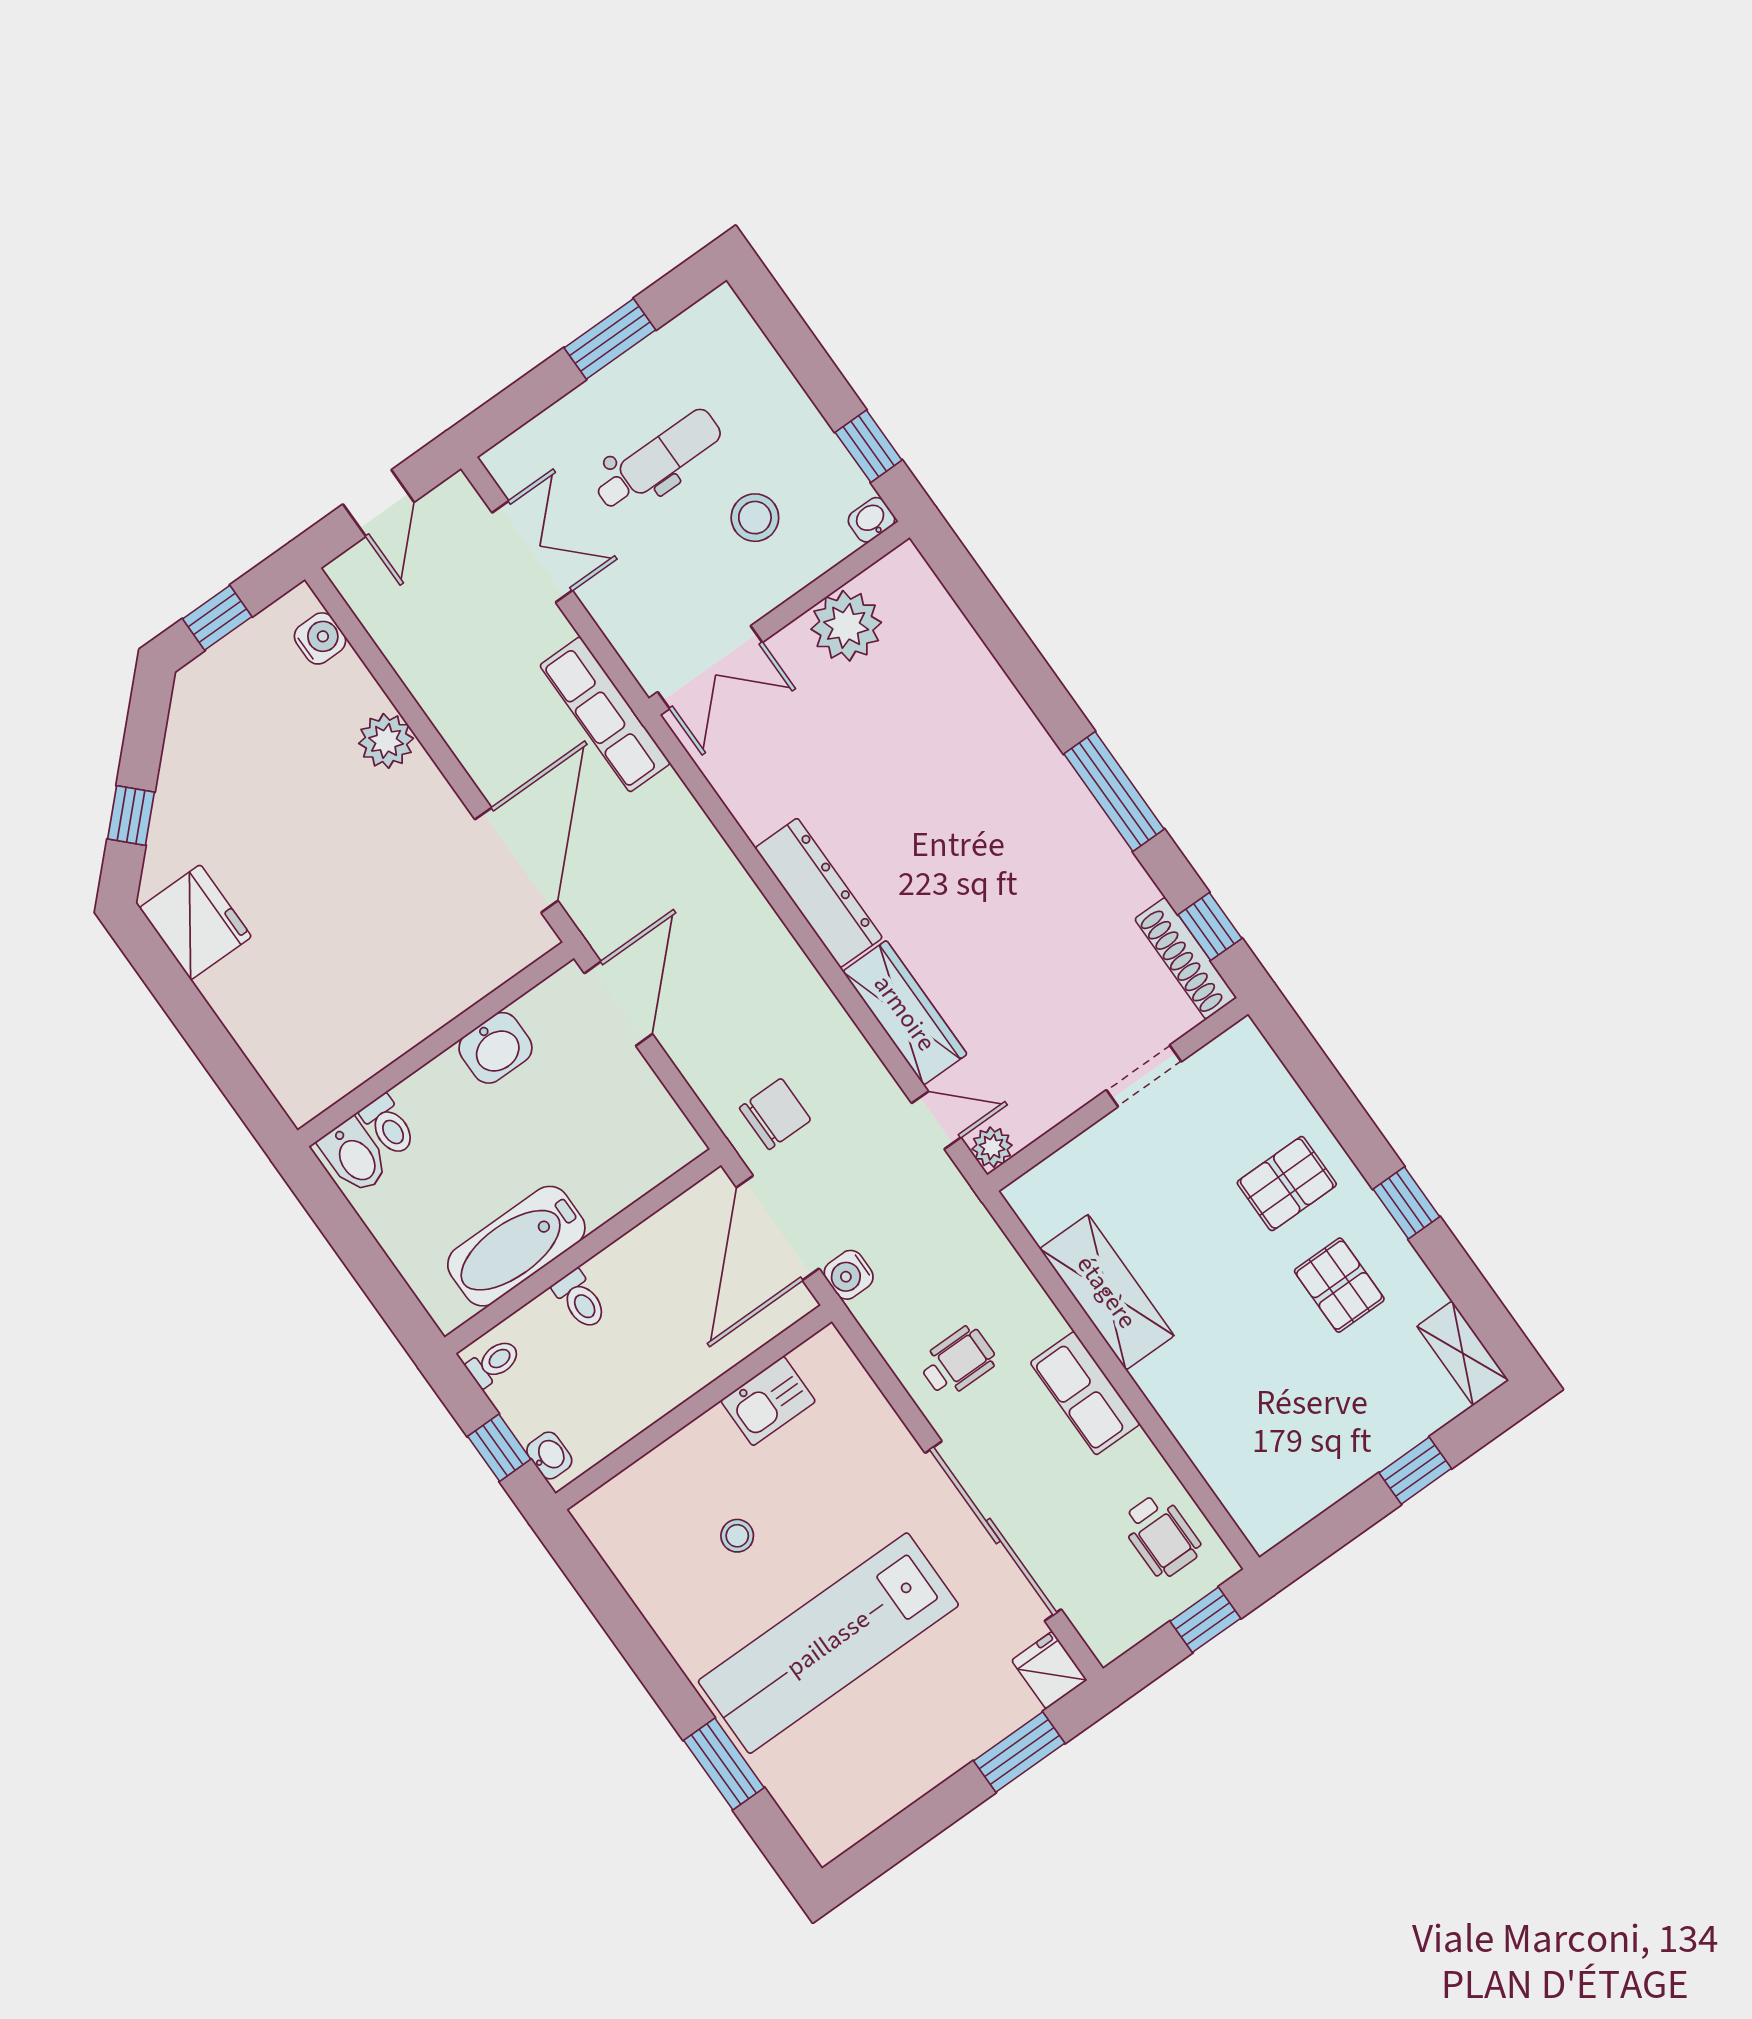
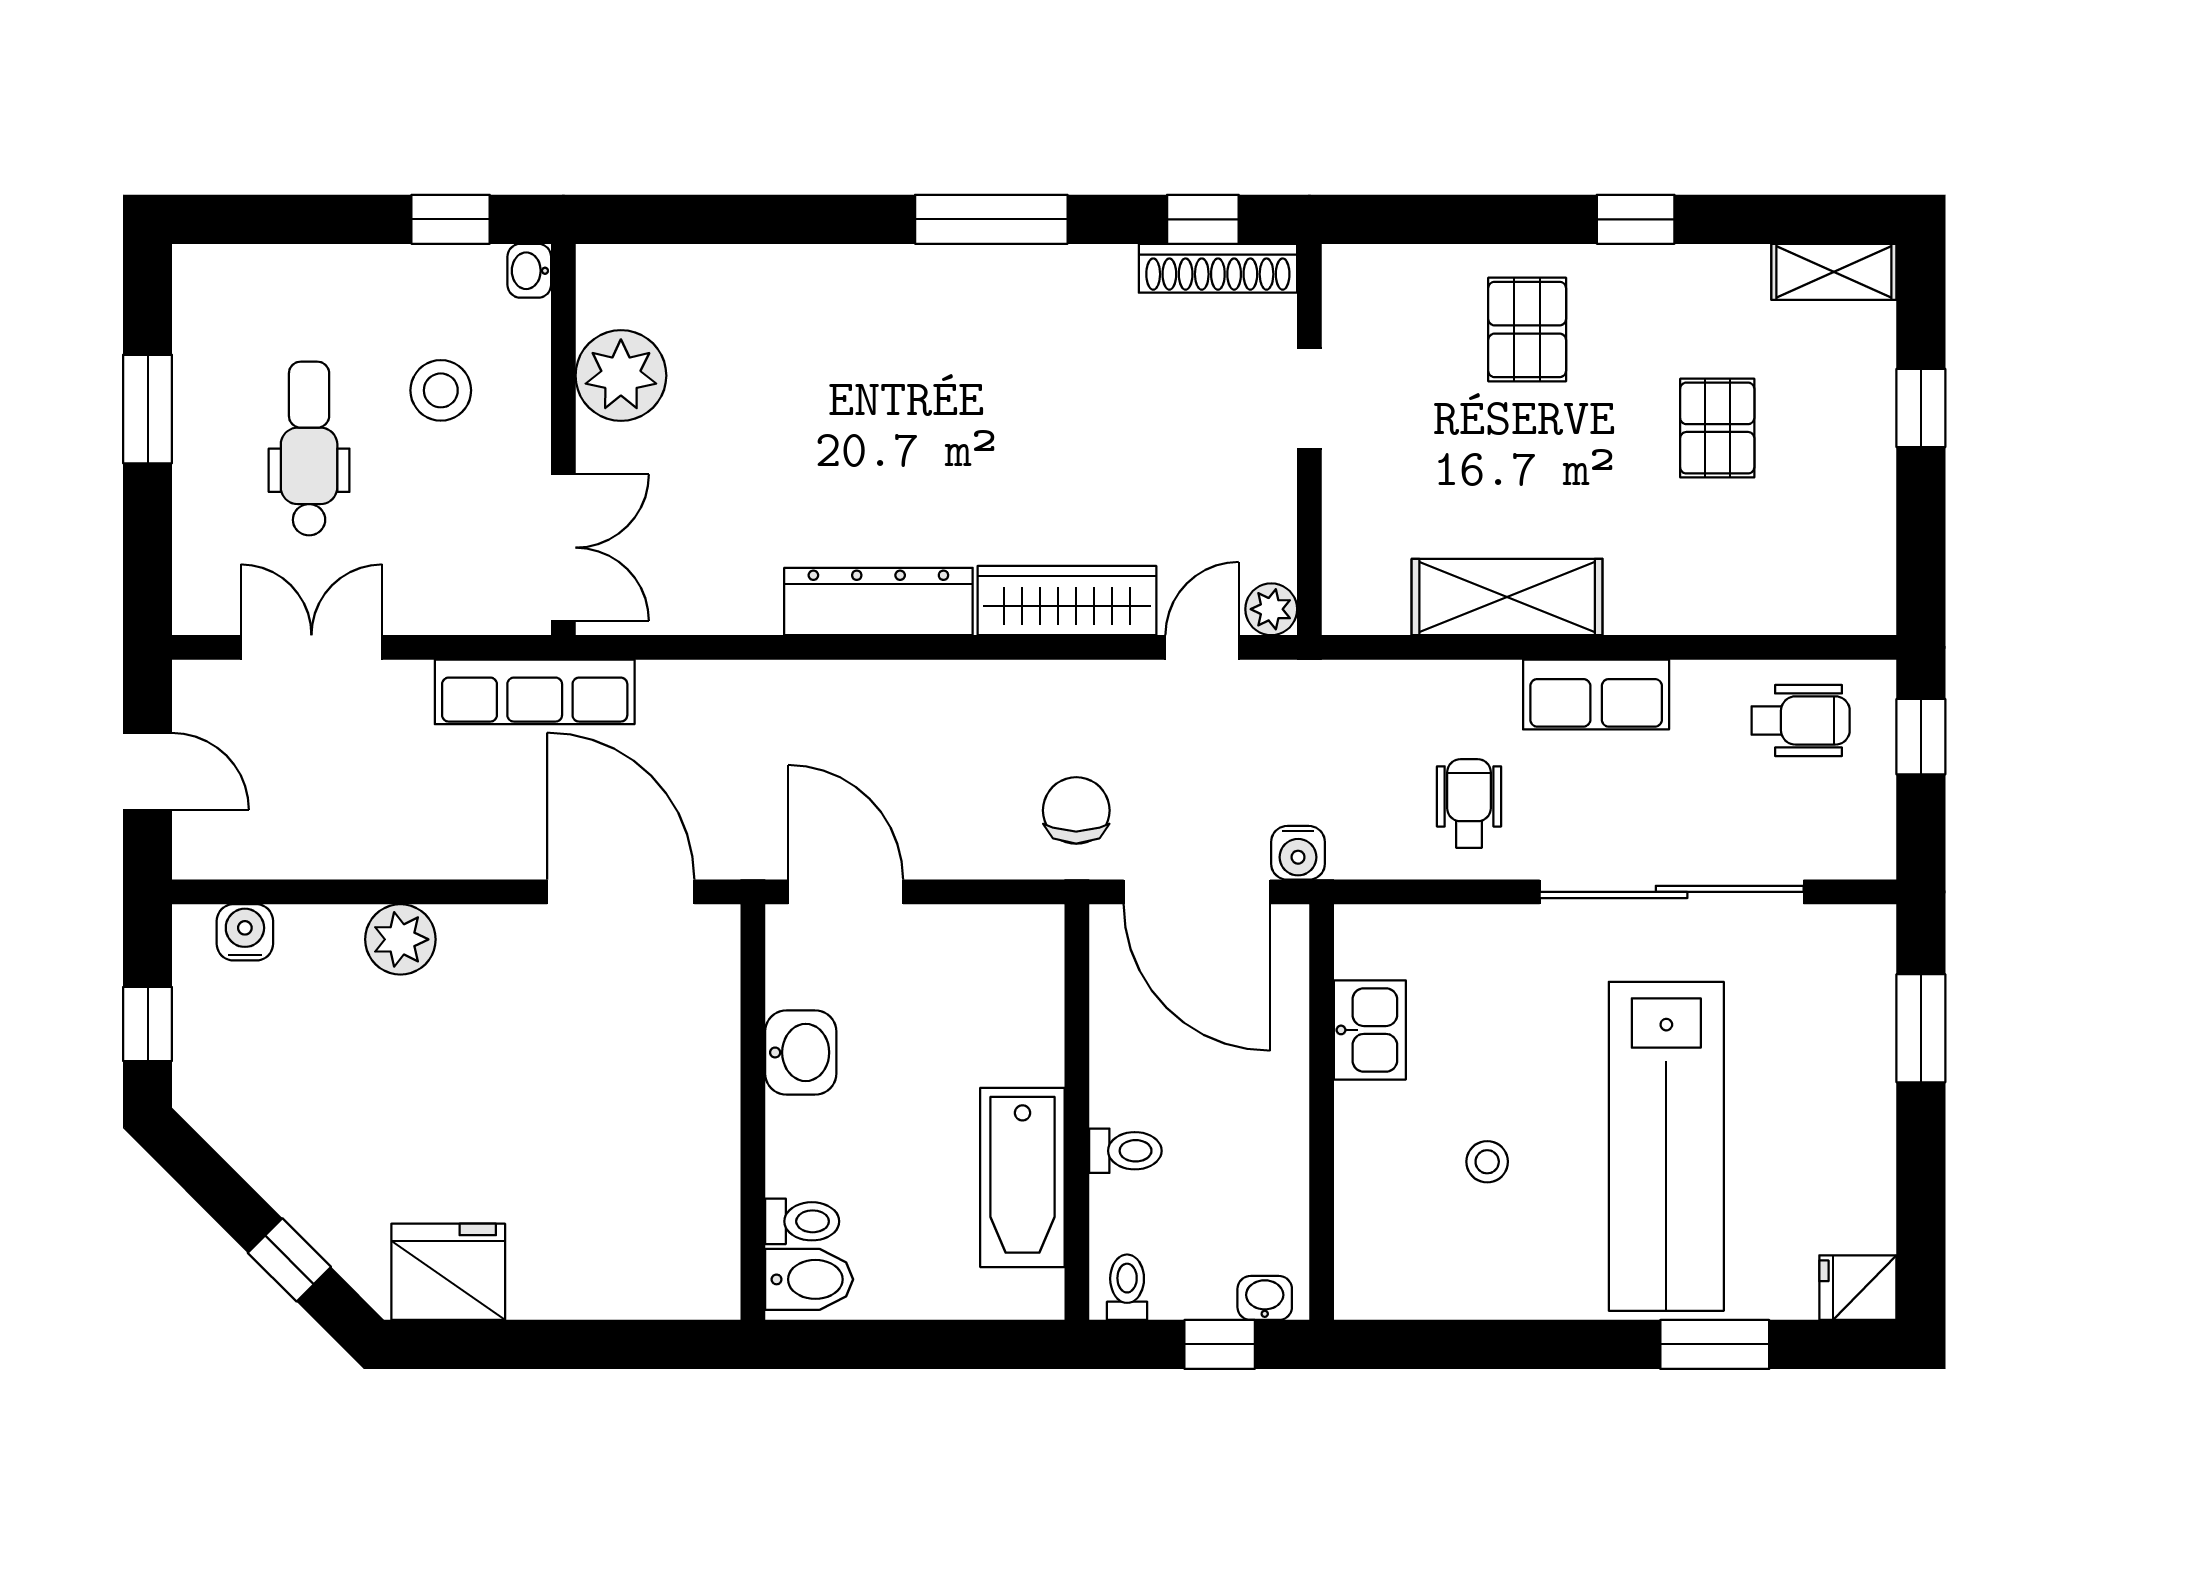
pallet: (1339, 1285) -> (1717, 428), moved, turned 90
fridge: (1049, 1670) -> (1858, 1288), moved

